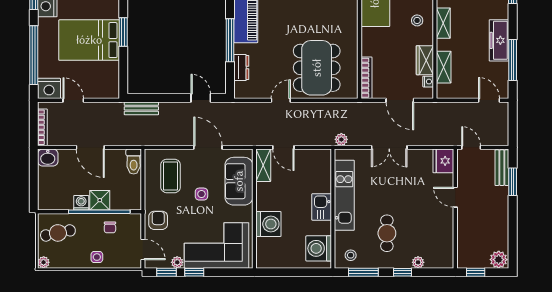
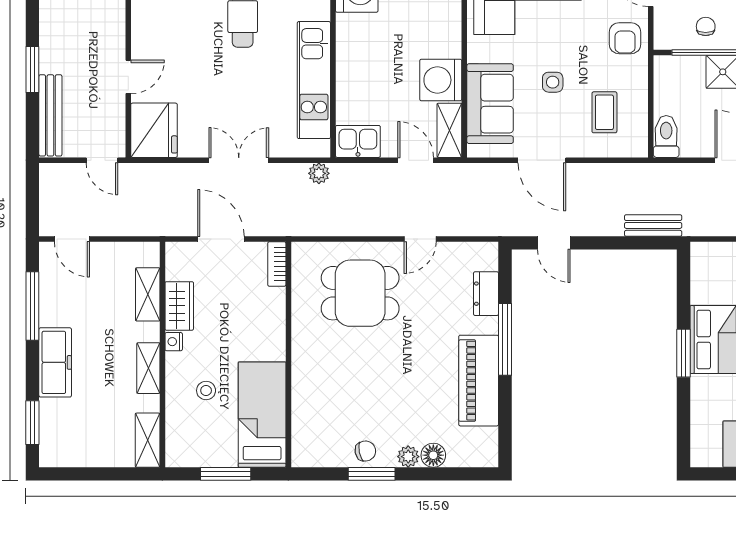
stool: (417, 20) -> (206, 391), moved
freezer: (499, 40) -> (55, 362), moved
dining table: (317, 68) -> (360, 293), width x0.73
bookcase: (366, 78) -> (277, 264), width x0.64
nightstand: (428, 82) -> (174, 342), moved
fridge: (443, 161) -> (154, 130), width x1.36, depth x1.34
bench: (502, 168) -> (50, 115), width x1.36
coffee table: (171, 176) -> (604, 112), width x0.73, depth x0.77
window: (513, 182) -> (32, 70), moved
door: (455, 197) -> (128, 77), hinge flipped
kitchen sink: (322, 207) -> (358, 141), moved, turned -90
washing machine: (268, 224) -> (441, 80), moved

